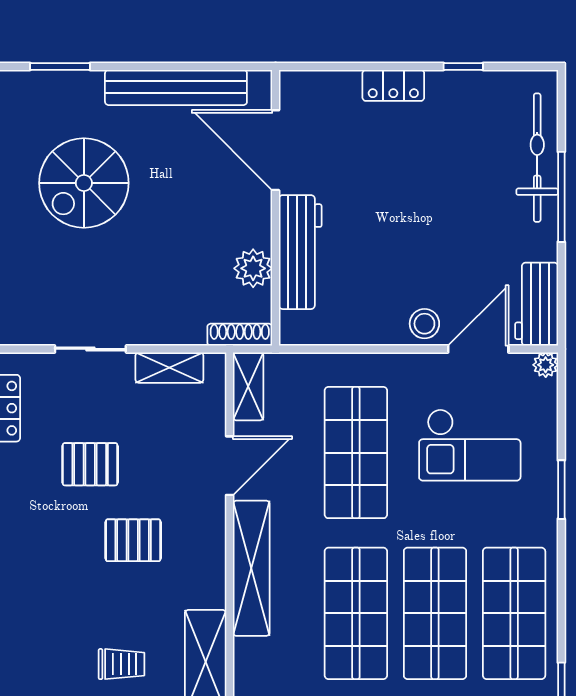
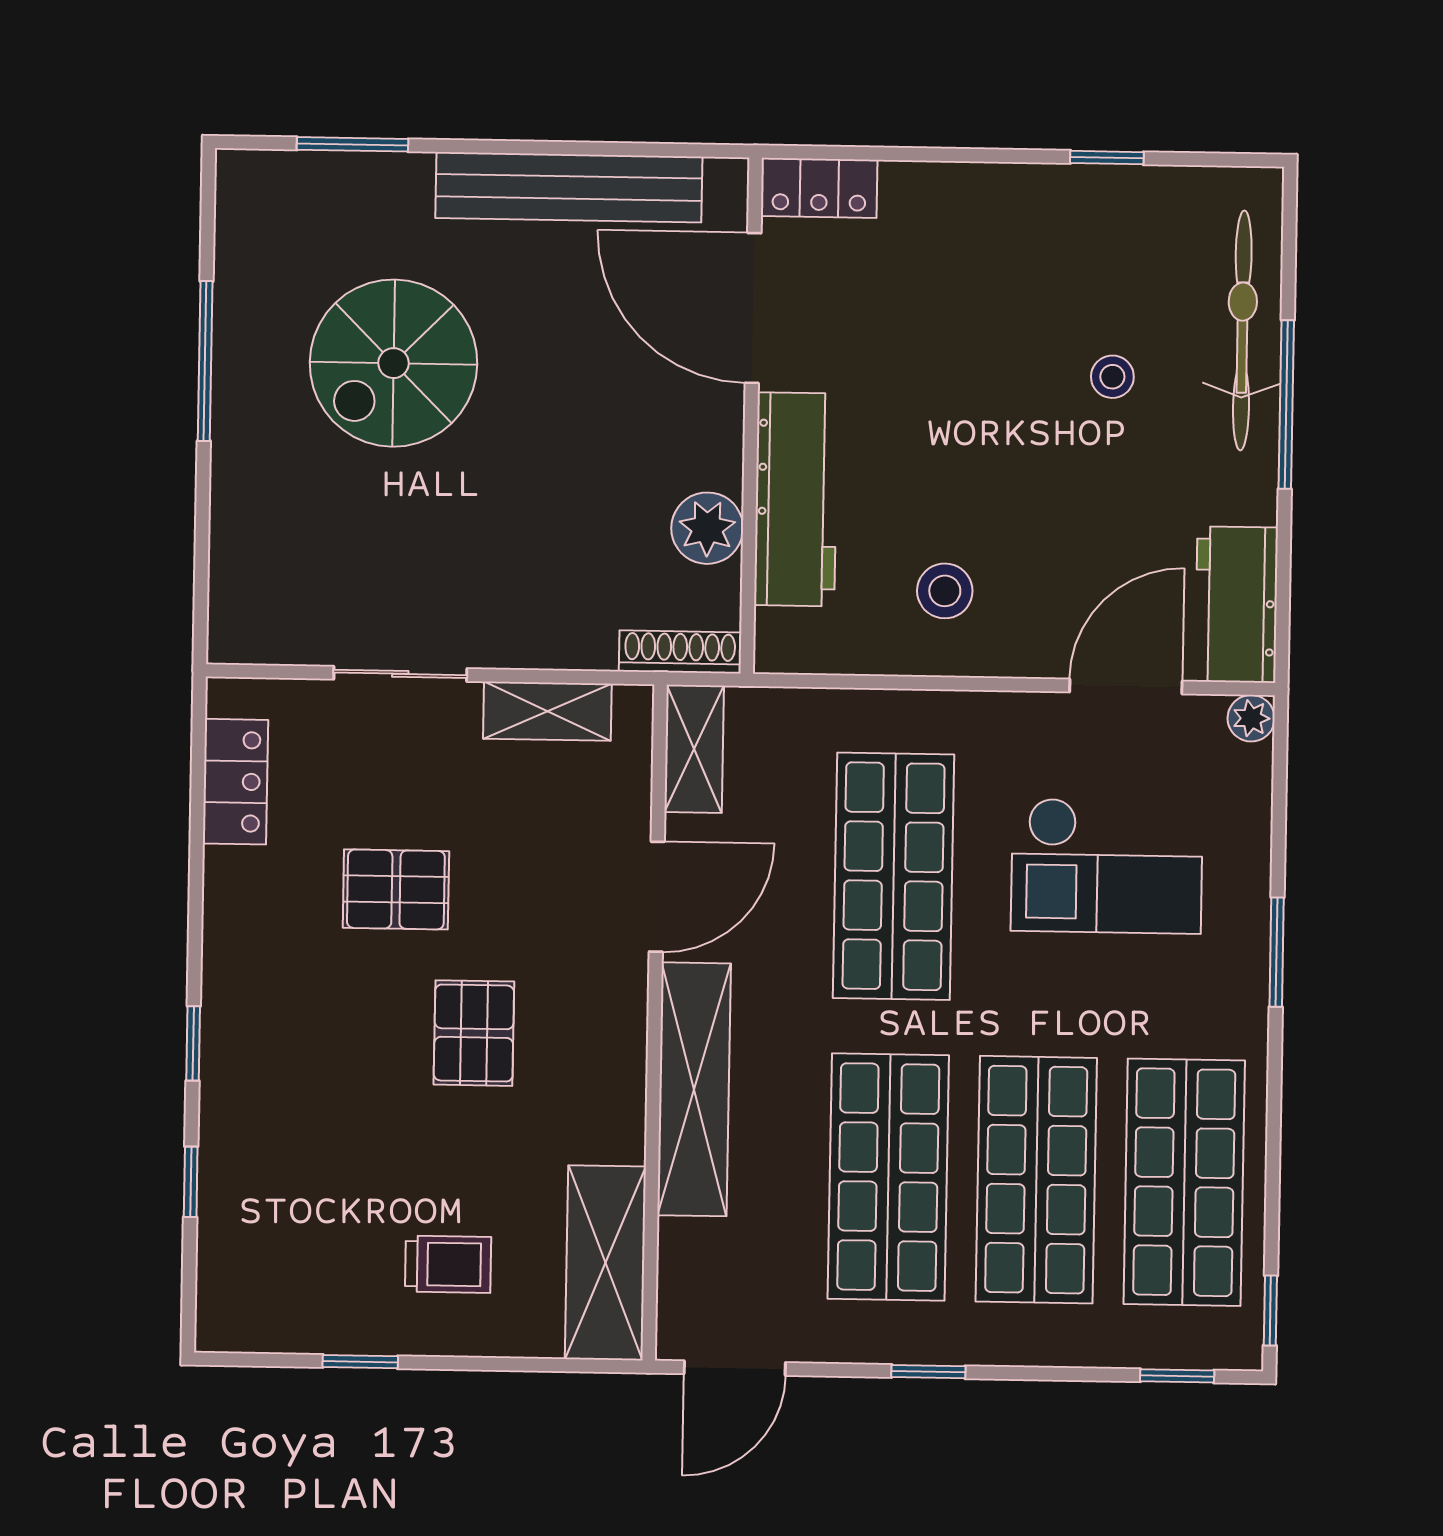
locker: (393, 85) -> (819, 188), moved
stool: (468, 184) -> (1112, 377), added
stool: (424, 324) -> (945, 591), moved
pallet: (133, 540) -> (474, 1033), turned 90

